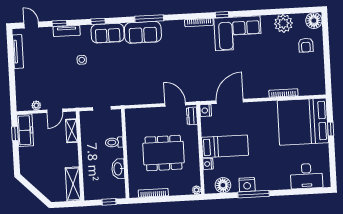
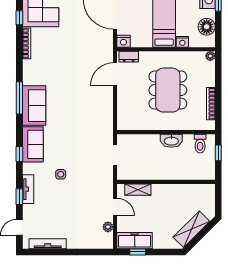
toilet: (114, 142) -> (200, 144), moved
washbasin: (118, 169) -> (171, 141), moved
shelving: (73, 184) -> (191, 229), moved, turned -45

